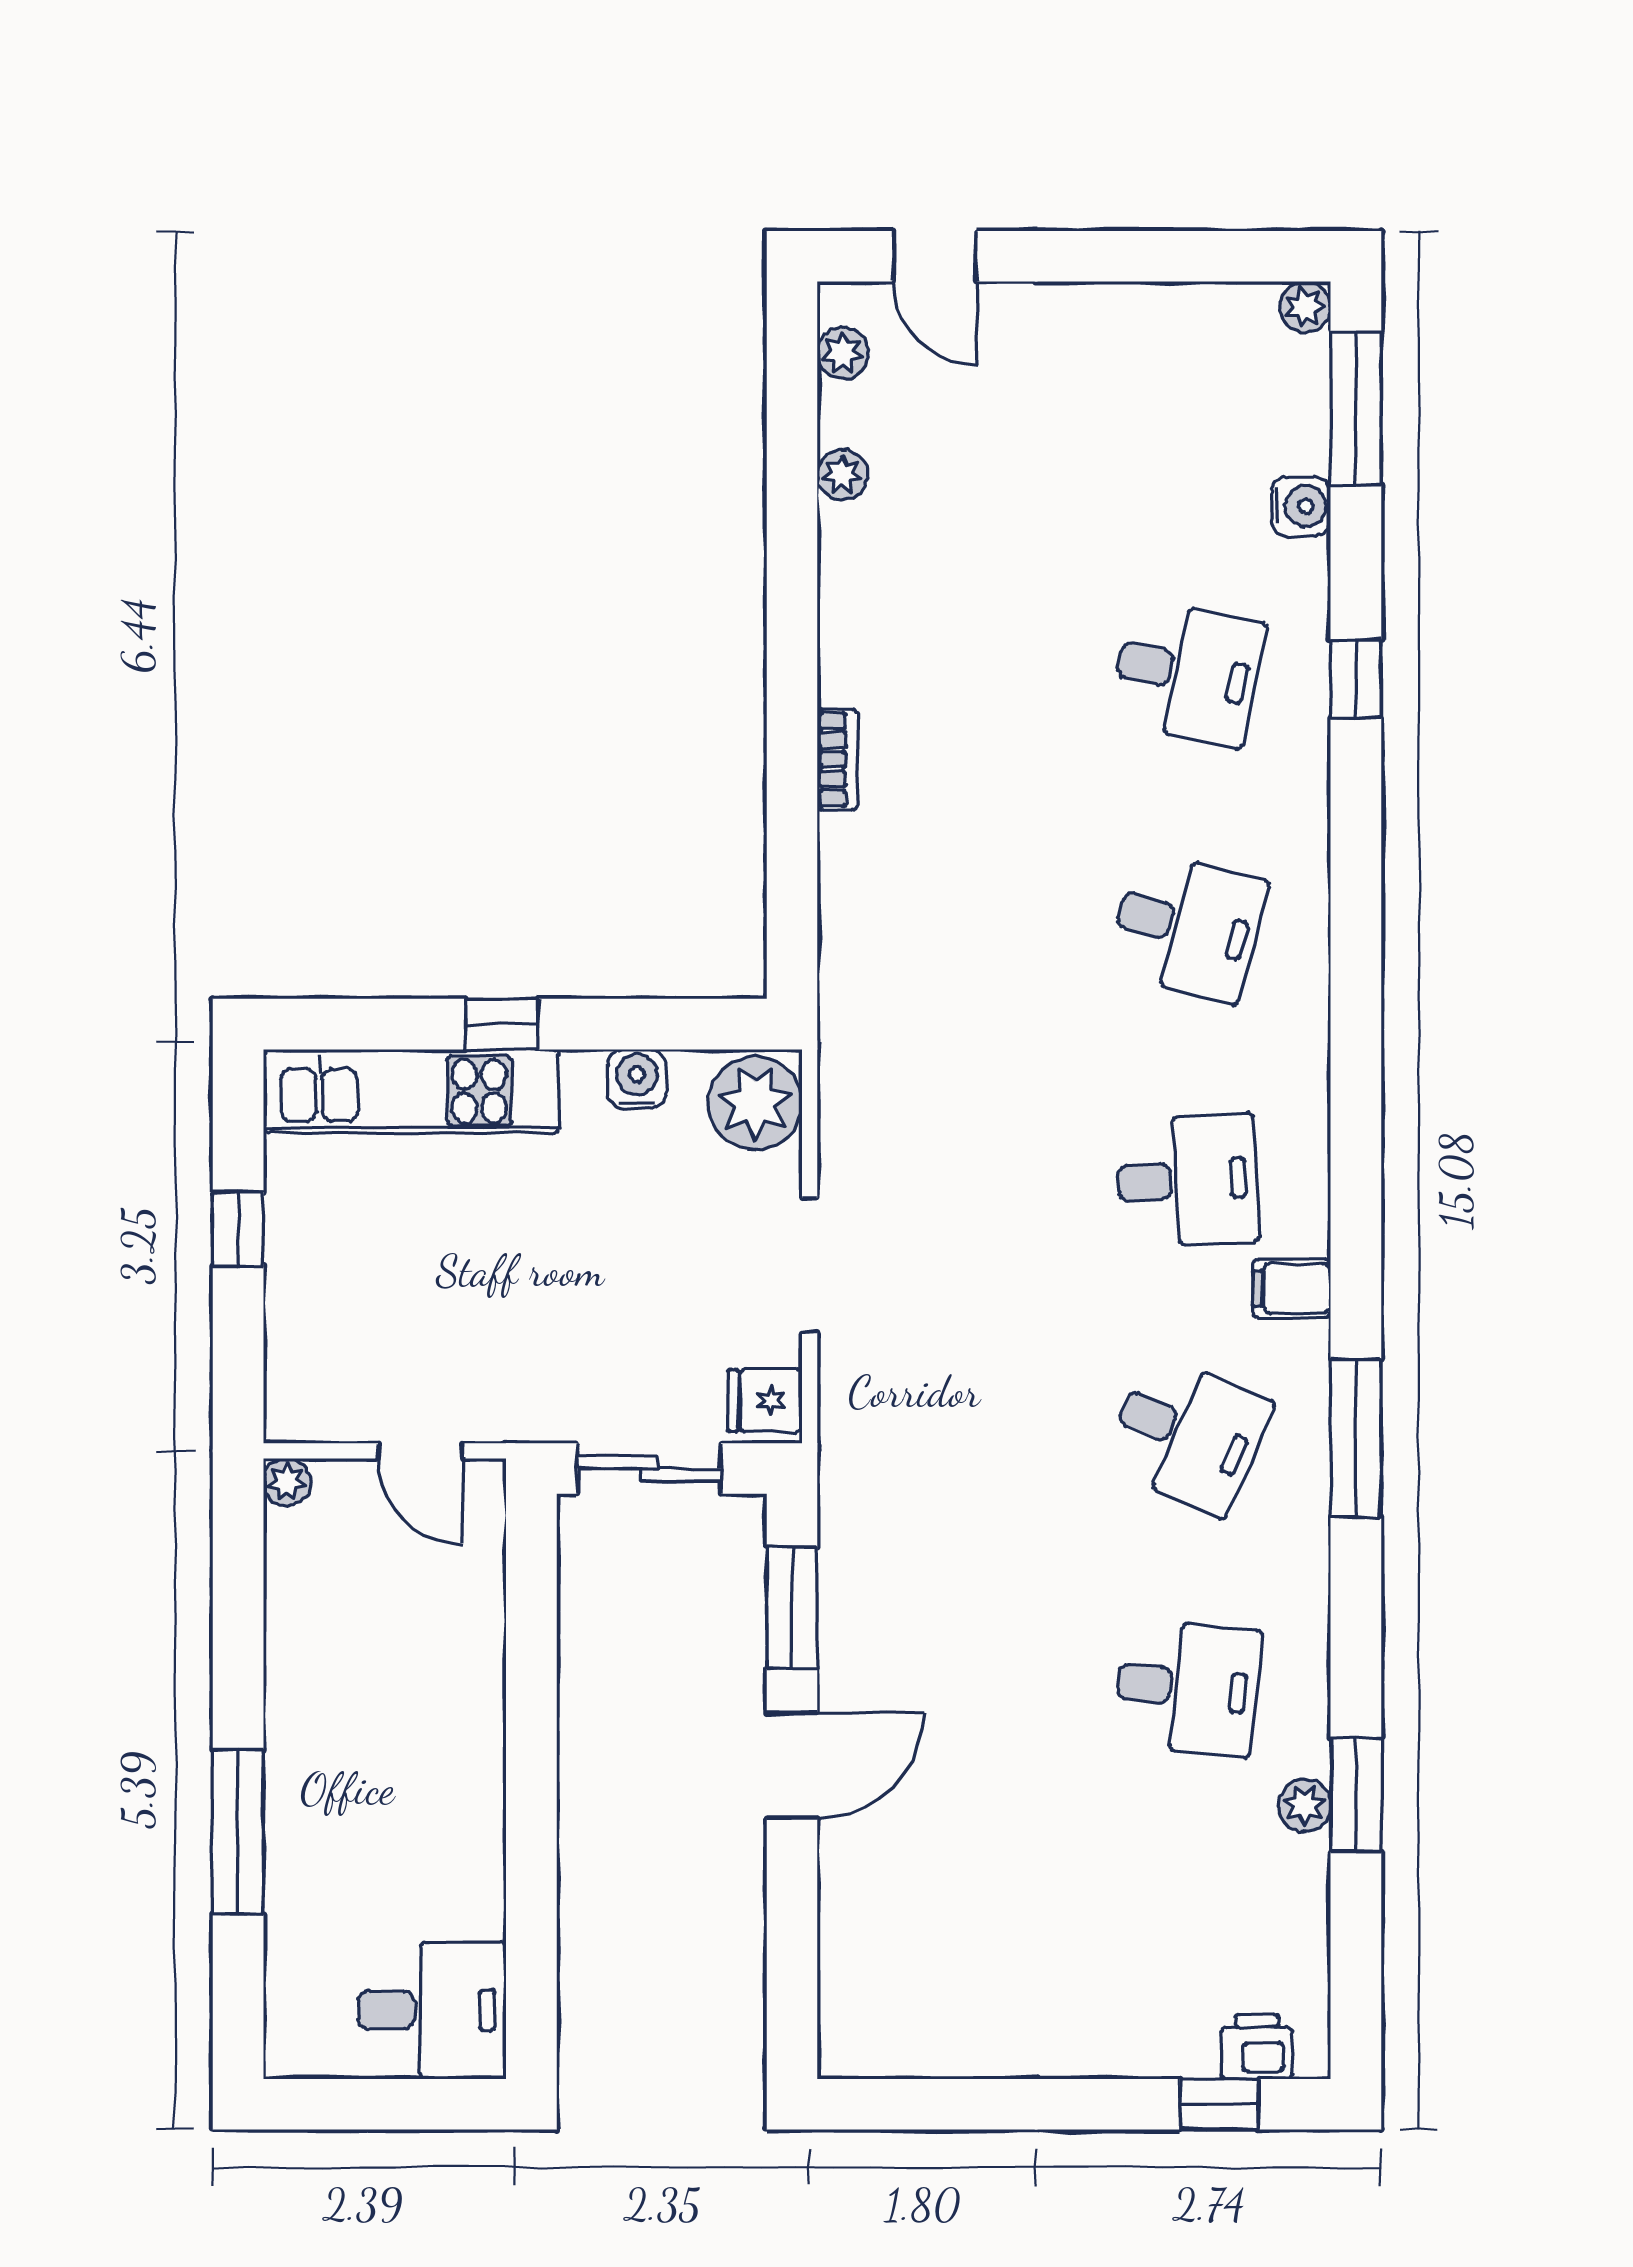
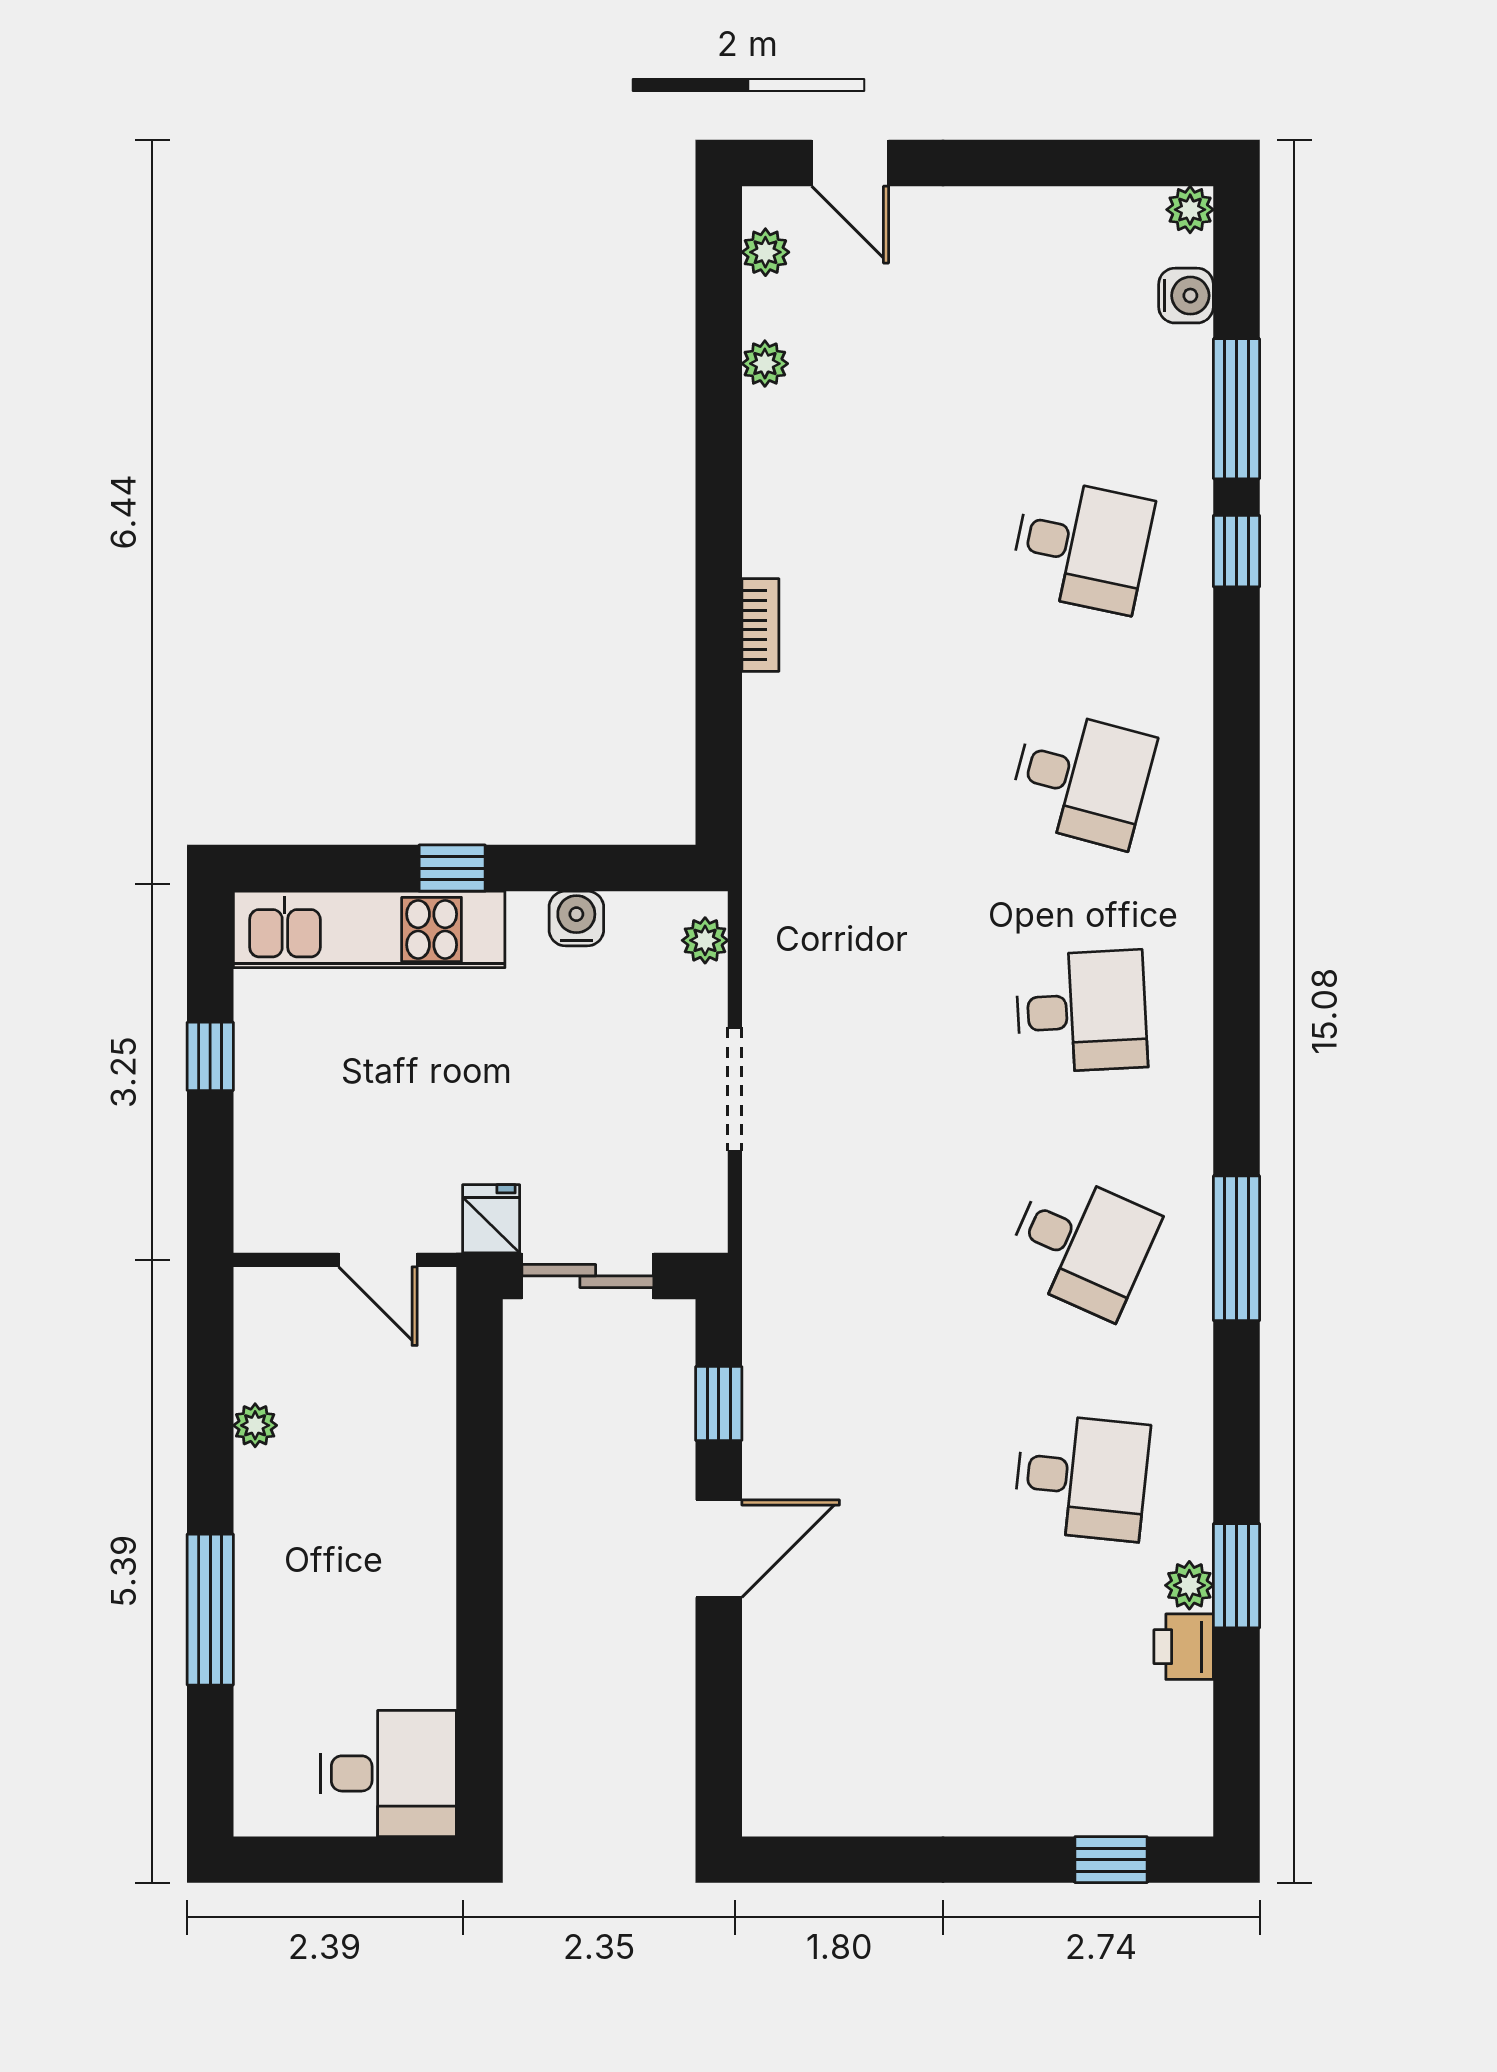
window: (1356, 409) -> (1237, 409), moved
water cooler: (1301, 506) -> (1186, 296), moved
plant: (755, 1103) -> (705, 940), width x0.53, depth x0.53
filing cabinet: (1292, 1288) -> (1178, 1111), removed
fridge: (765, 1400) -> (491, 1219), moved, turned 90
plant: (287, 1482) -> (255, 1425), moved
window: (792, 1607) -> (719, 1404), width x0.67
printer: (1257, 2047) -> (1184, 1647), moved, turned -90

